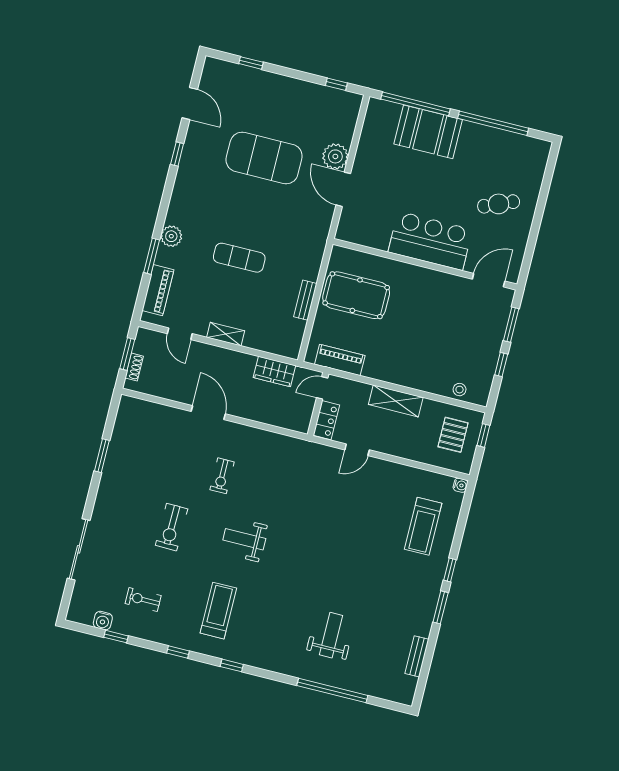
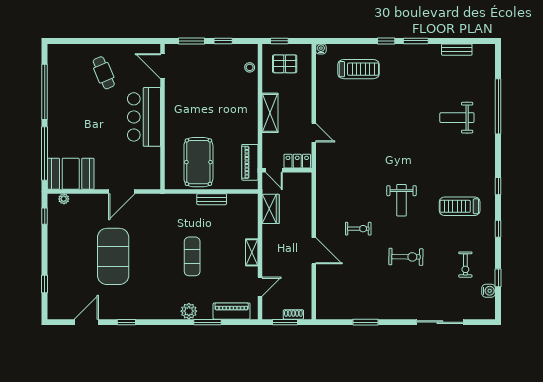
booth: (428, 132) -> (71, 174), moved, turned 90
plant: (335, 156) -> (64, 199), moved, width x0.53, depth x0.53
door: (208, 413) -> (314, 251), swing flipped

